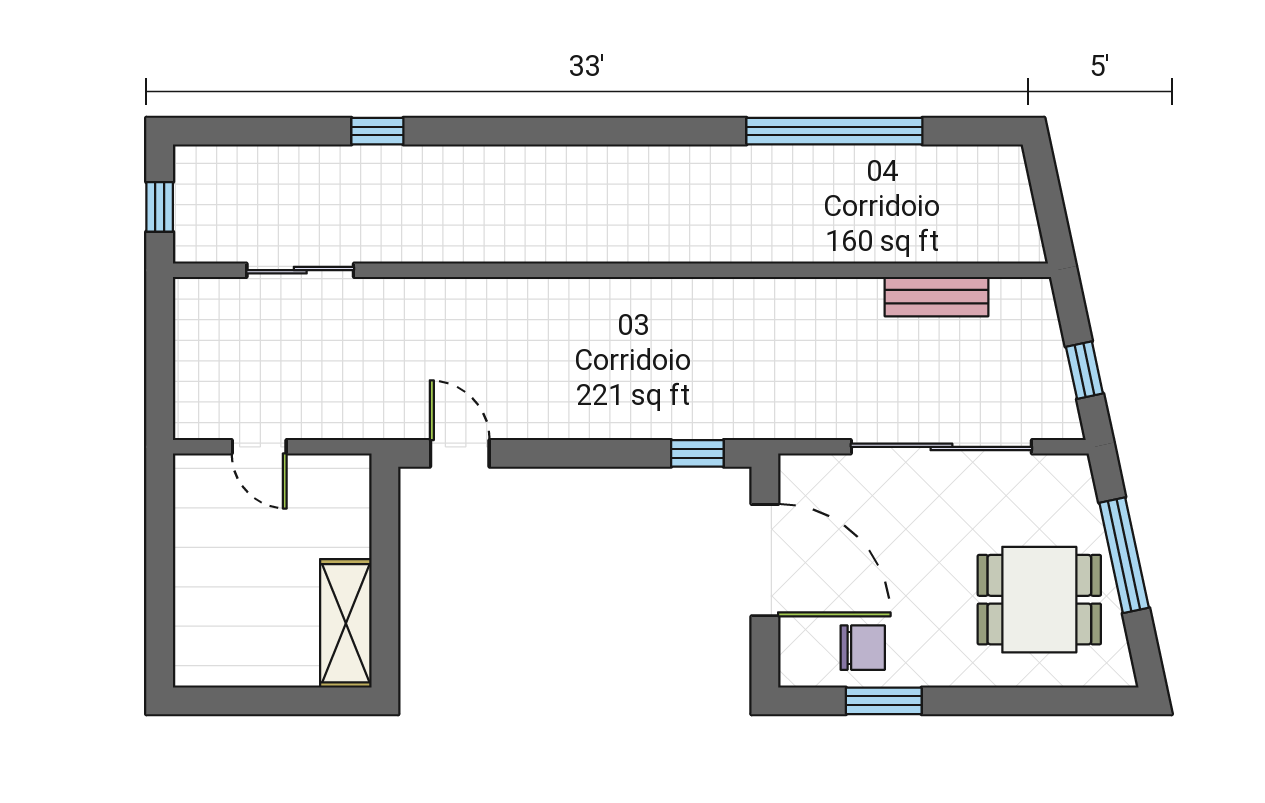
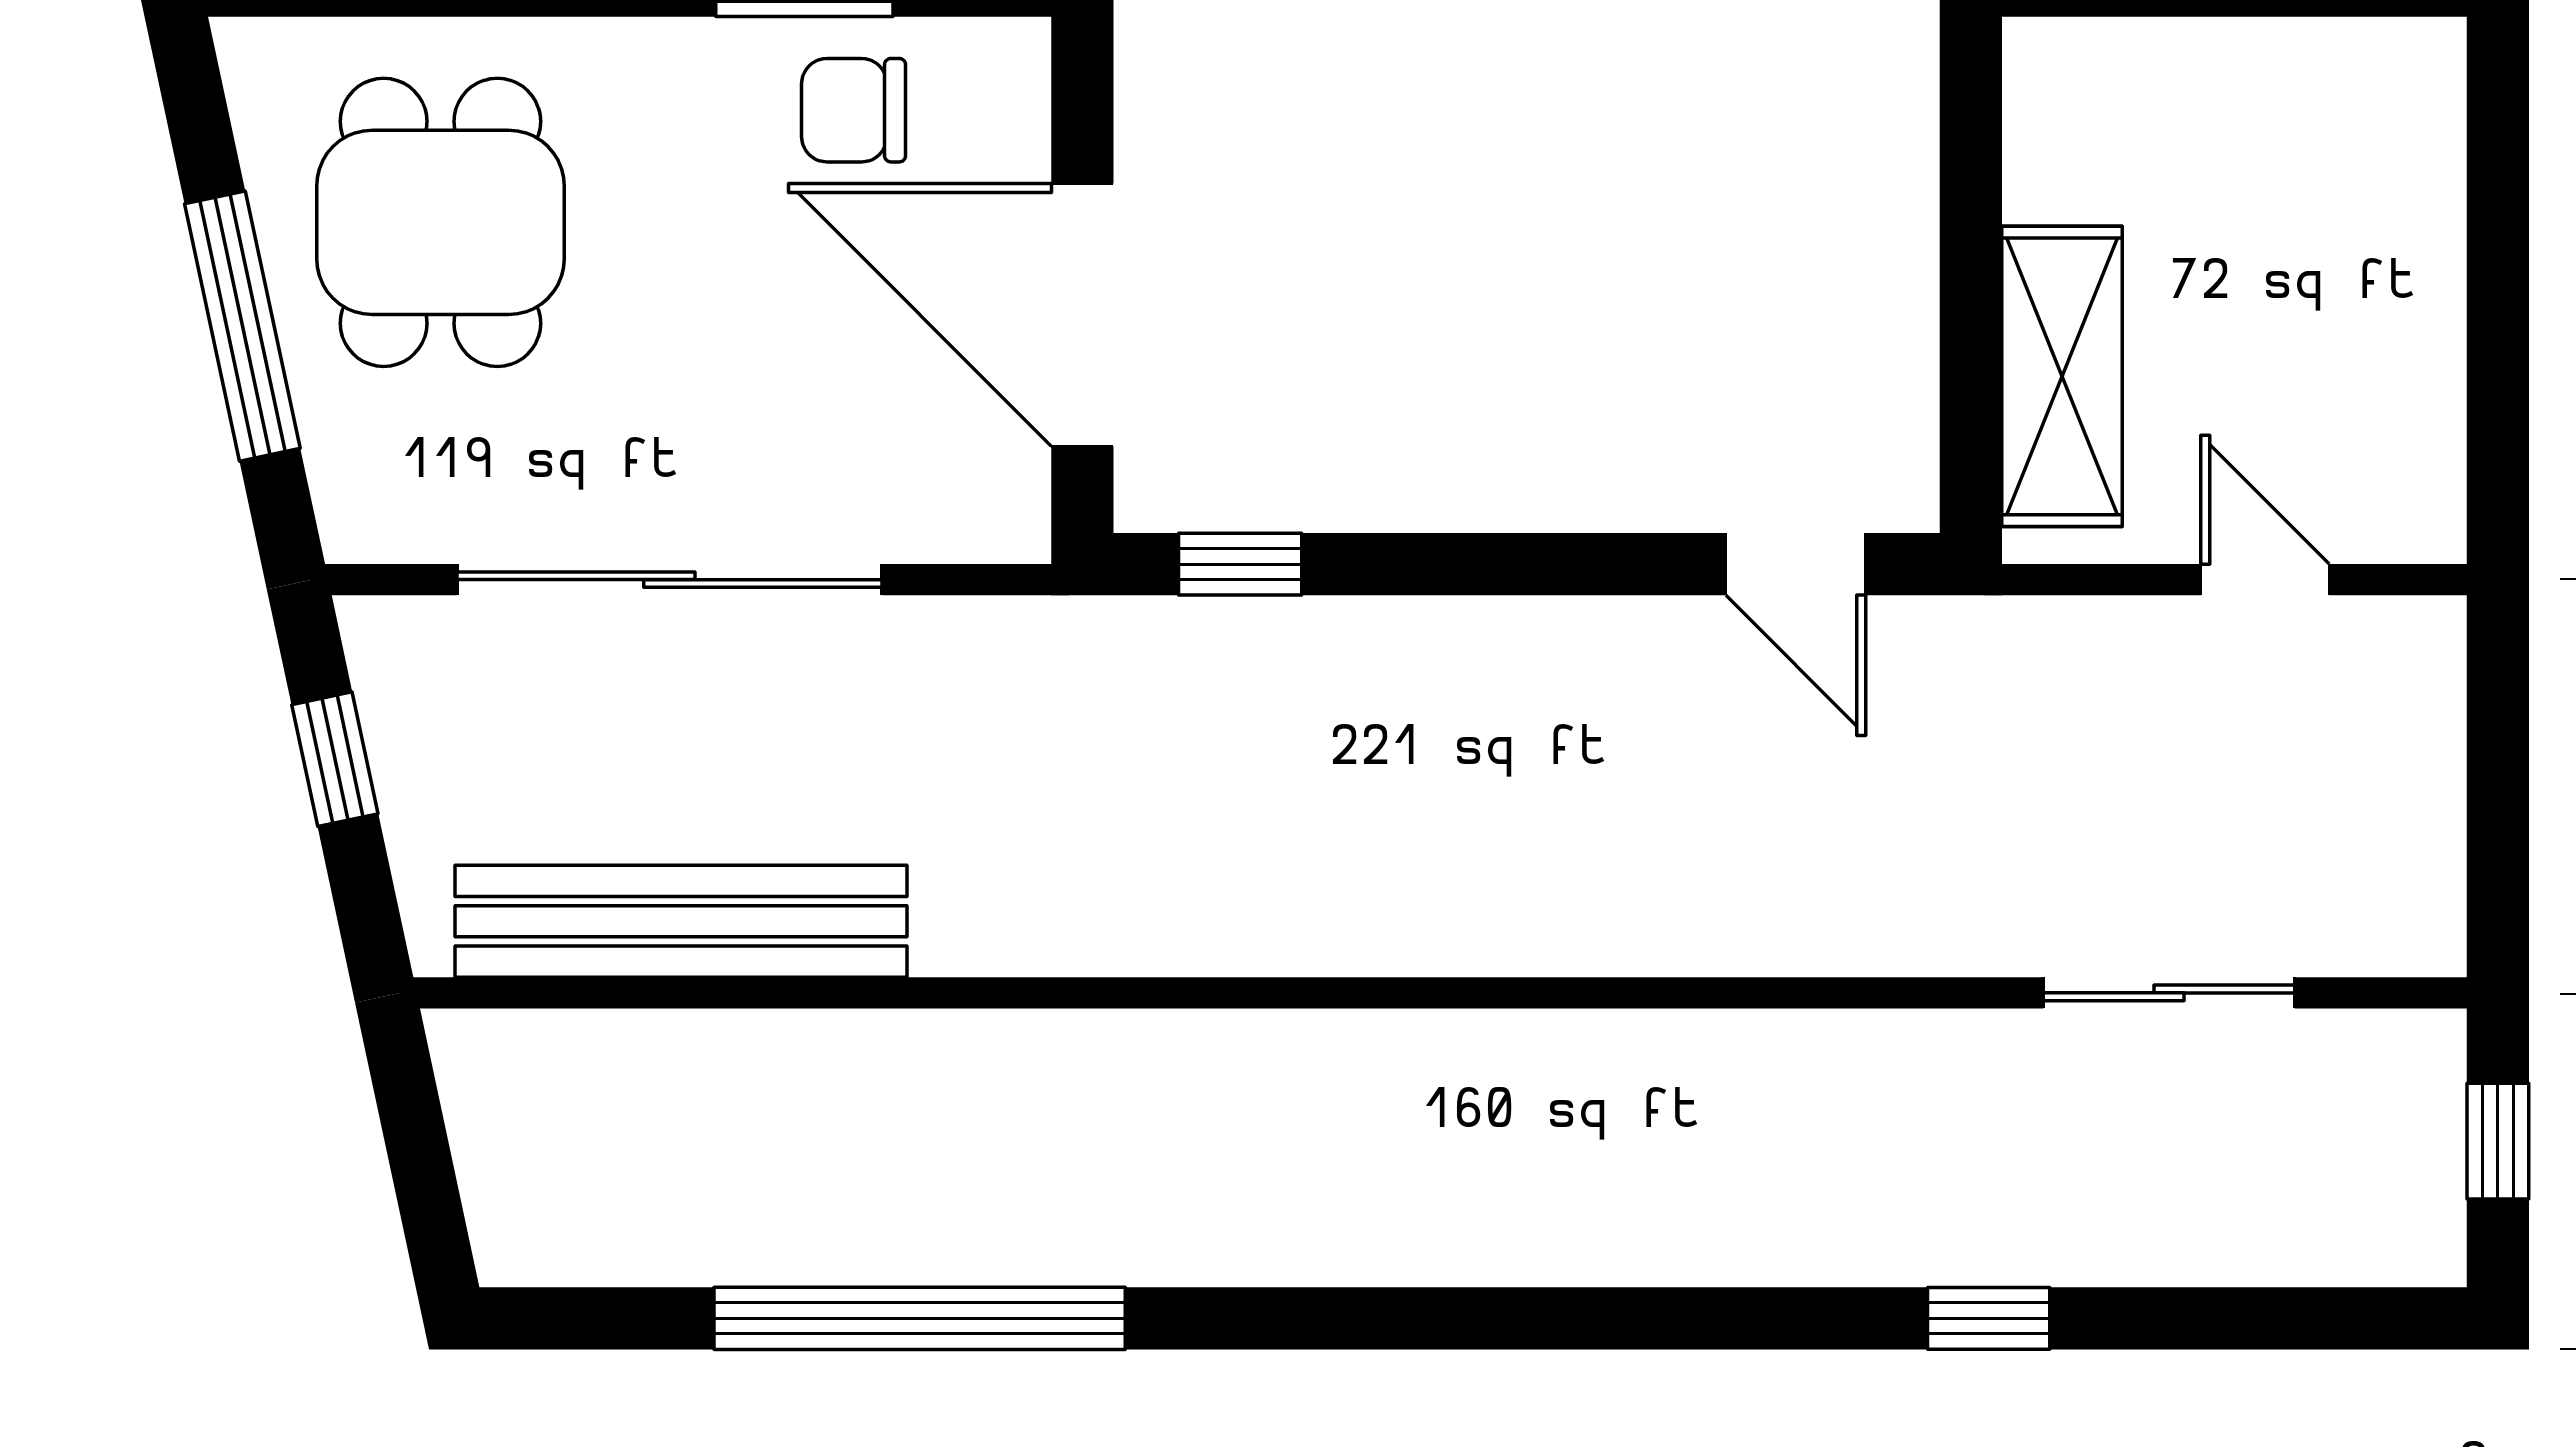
bench: (936, 297) -> (681, 921), width x1.86, depth x1.21
dining table: (1039, 600) -> (440, 222), turned 90
shelving: (346, 623) -> (2062, 376), moved

